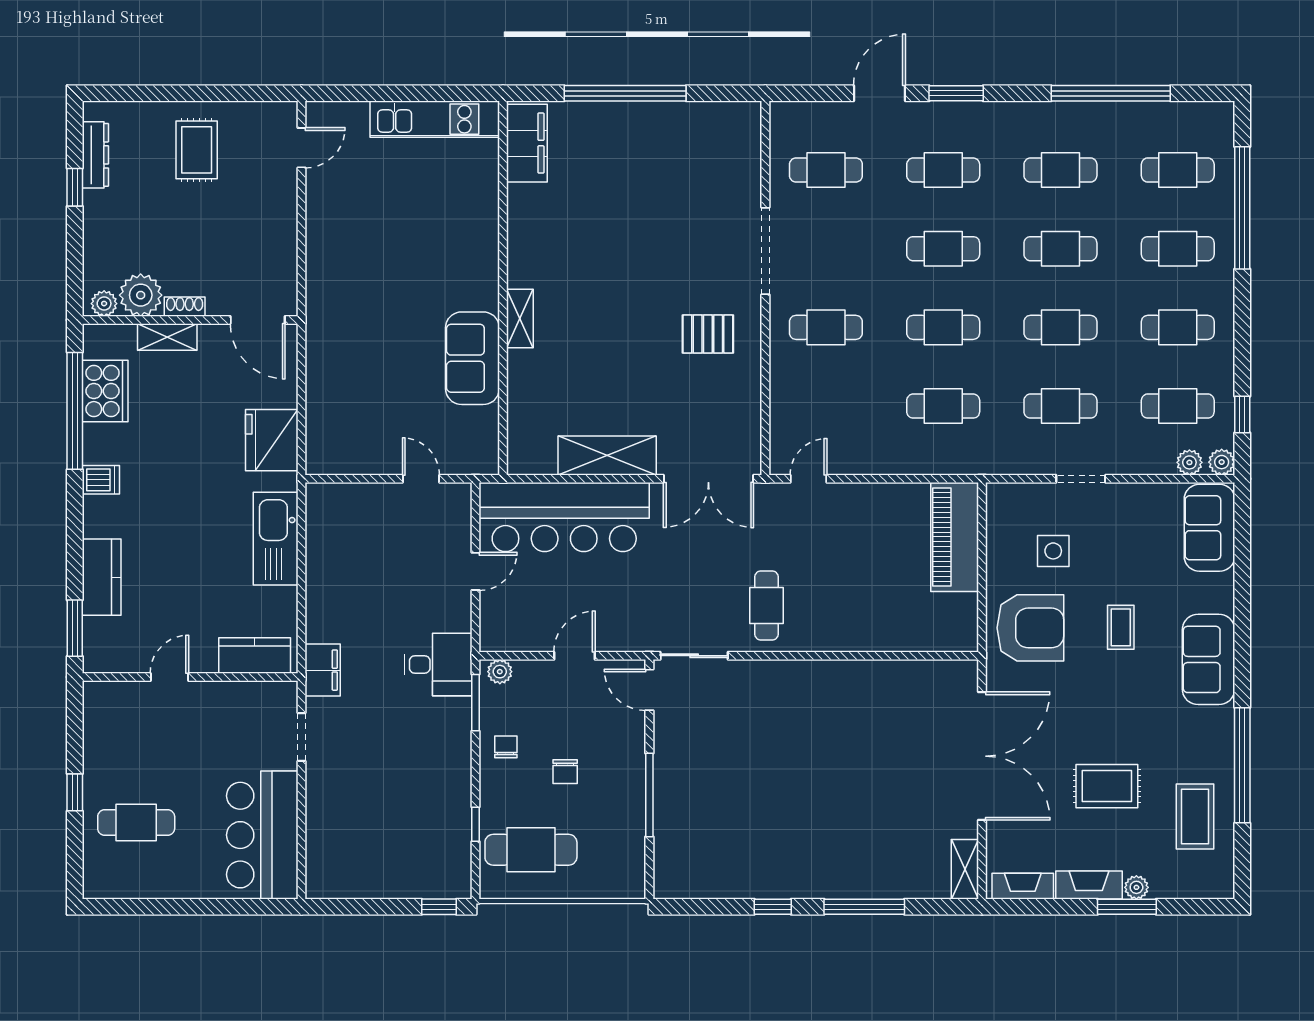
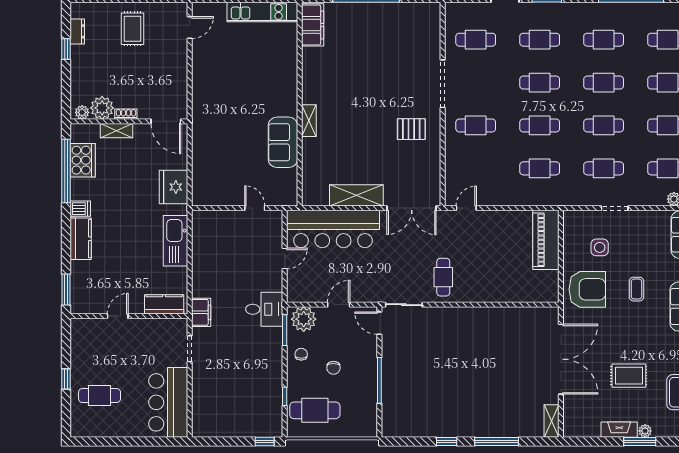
dresser: (95, 155) -> (77, 31), width x0.70
kitchen counter: (102, 577) -> (81, 239), moved
plant: (500, 672) -> (304, 319), width x1.87, depth x1.87
fireplace: (1023, 886) -> (583, 430), removed

